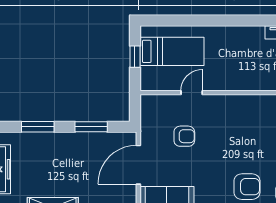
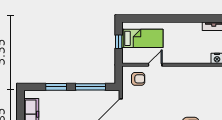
window: (91, 127) -> (90, 87), width x1.44
armchair: (184, 136) -> (138, 79), moved

